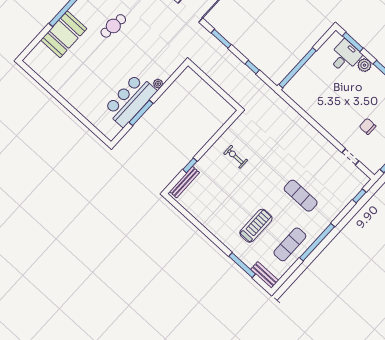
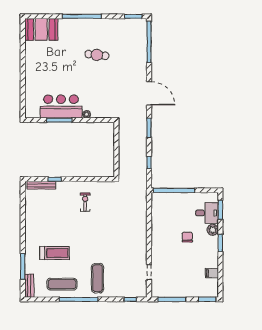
booth: (64, 34) -> (41, 29), moved
chair: (368, 126) -> (187, 237), moved
exercise mat: (301, 196) -> (97, 278), moved

